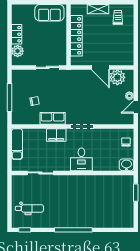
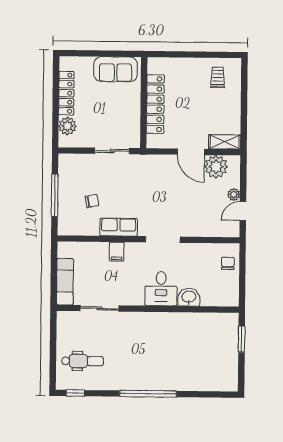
shelving: (98, 9) -> (225, 142), moved
locker: (17, 34) -> (66, 93), width x1.53
filing cabinet: (56, 135) -> (117, 252), width x0.50
exam couch: (17, 144) -> (65, 282), moved
washbasin: (126, 165) -> (189, 297), moved

